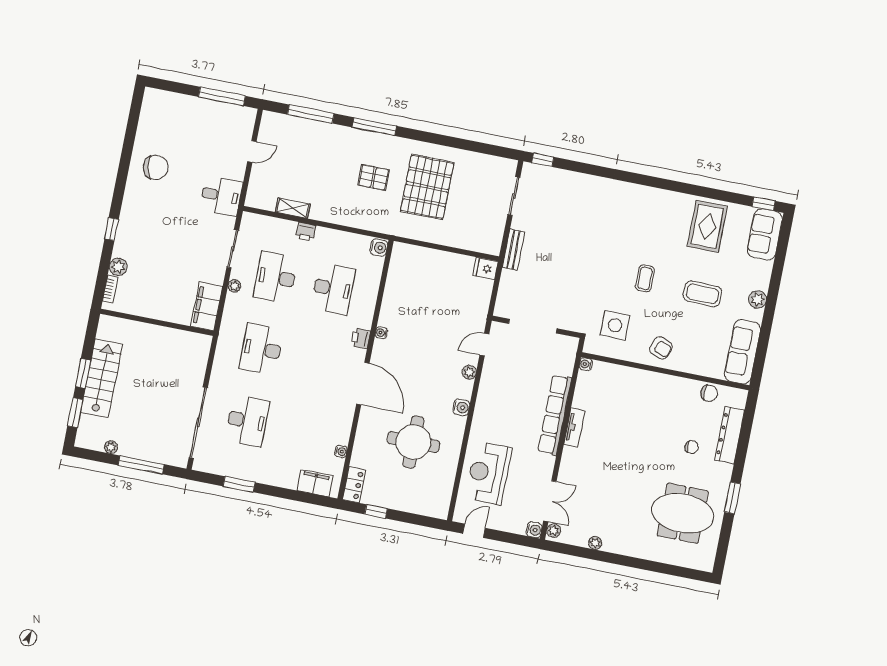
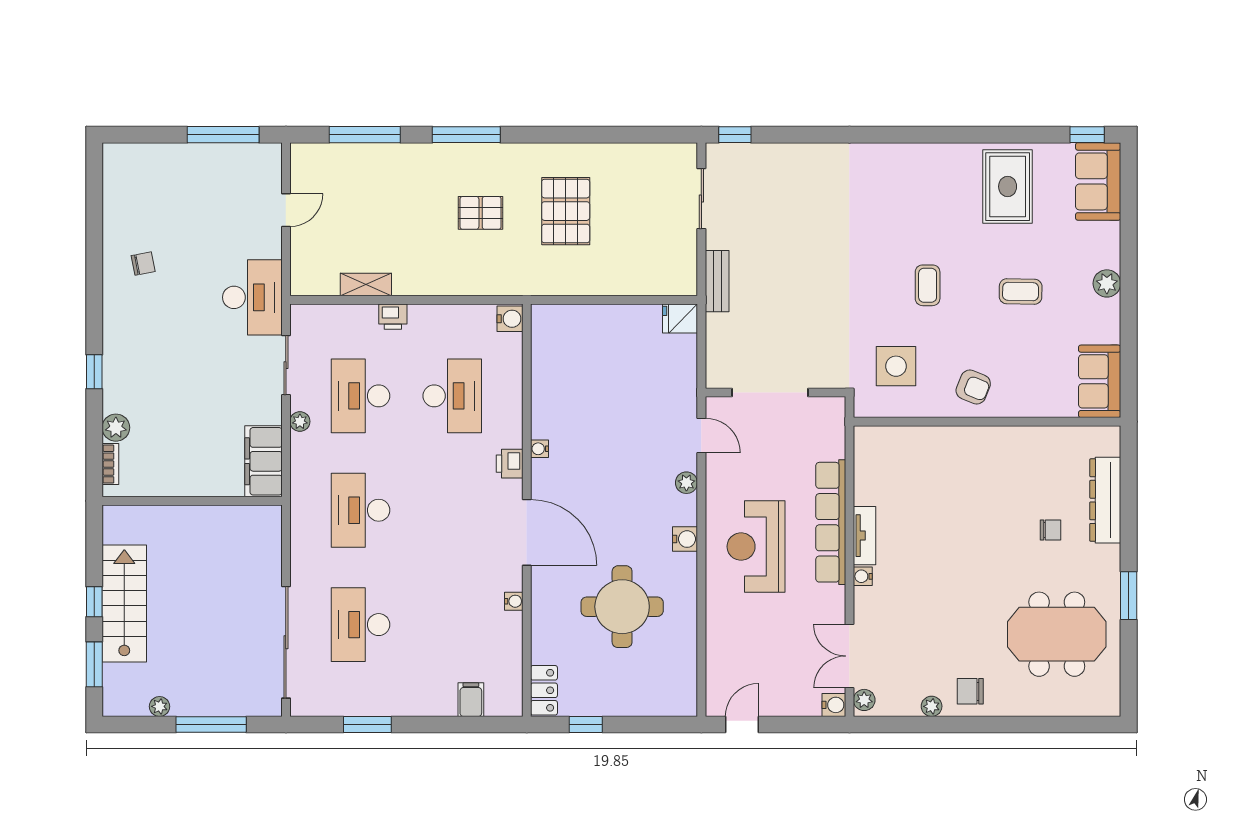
chair: (156, 167) -> (143, 264), width x0.54, depth x0.54
pallet: (427, 187) -> (566, 211), width x0.73, depth x0.71
desk: (221, 196) -> (252, 297), width x1.37
coffee table: (702, 294) -> (1021, 291), width x0.73, depth x0.77
door: (484, 345) -> (701, 436), swing flipped
sofa: (743, 352) -> (1100, 381), width x0.73
water cooler: (586, 364) -> (863, 576), moved
window: (83, 373) -> (94, 602), width x0.67
chair: (709, 393) -> (970, 691), moved, turned 180
desk: (247, 421) -> (361, 625), turned 180
water cooler: (341, 451) -> (514, 601), moved
reception desk: (488, 473) -> (756, 547), moved
filing cabinet: (315, 483) -> (471, 700), width x0.50
double door: (550, 501) -> (849, 656), swing flipped

